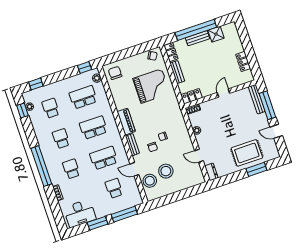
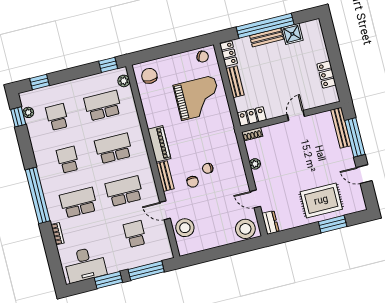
school desk: (71, 169) -> (79, 203), width x1.85
stool: (166, 171) -> (245, 229), moved

